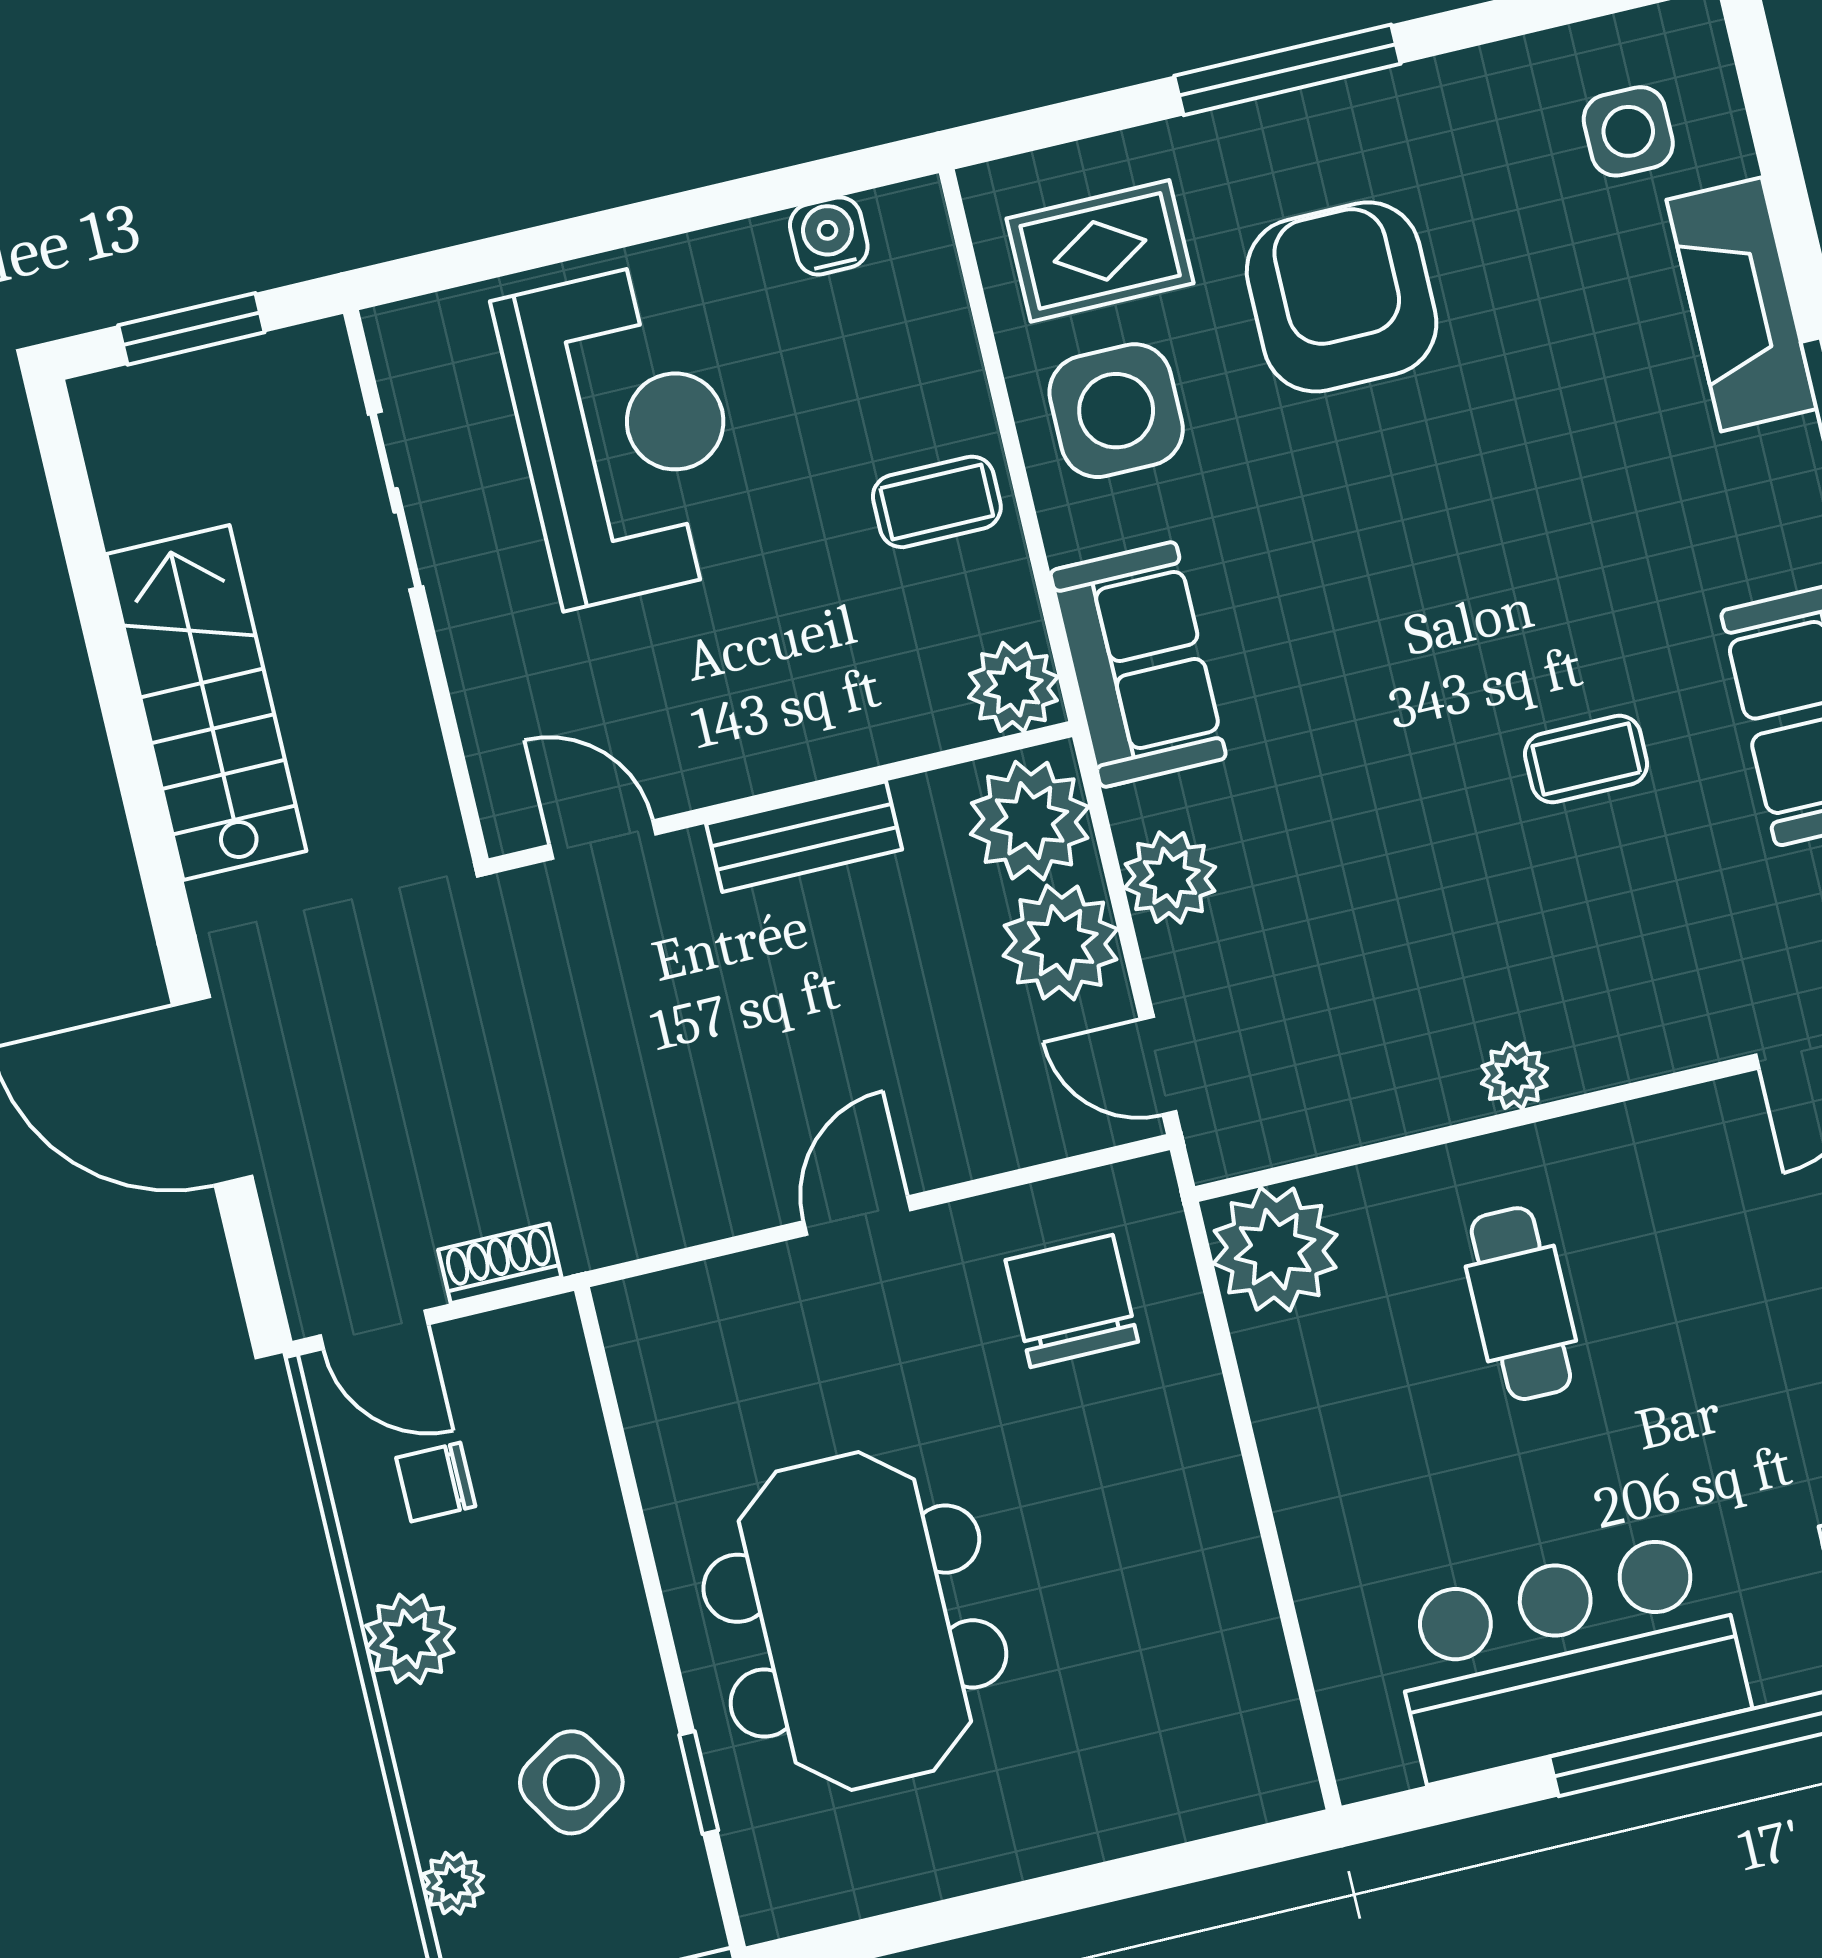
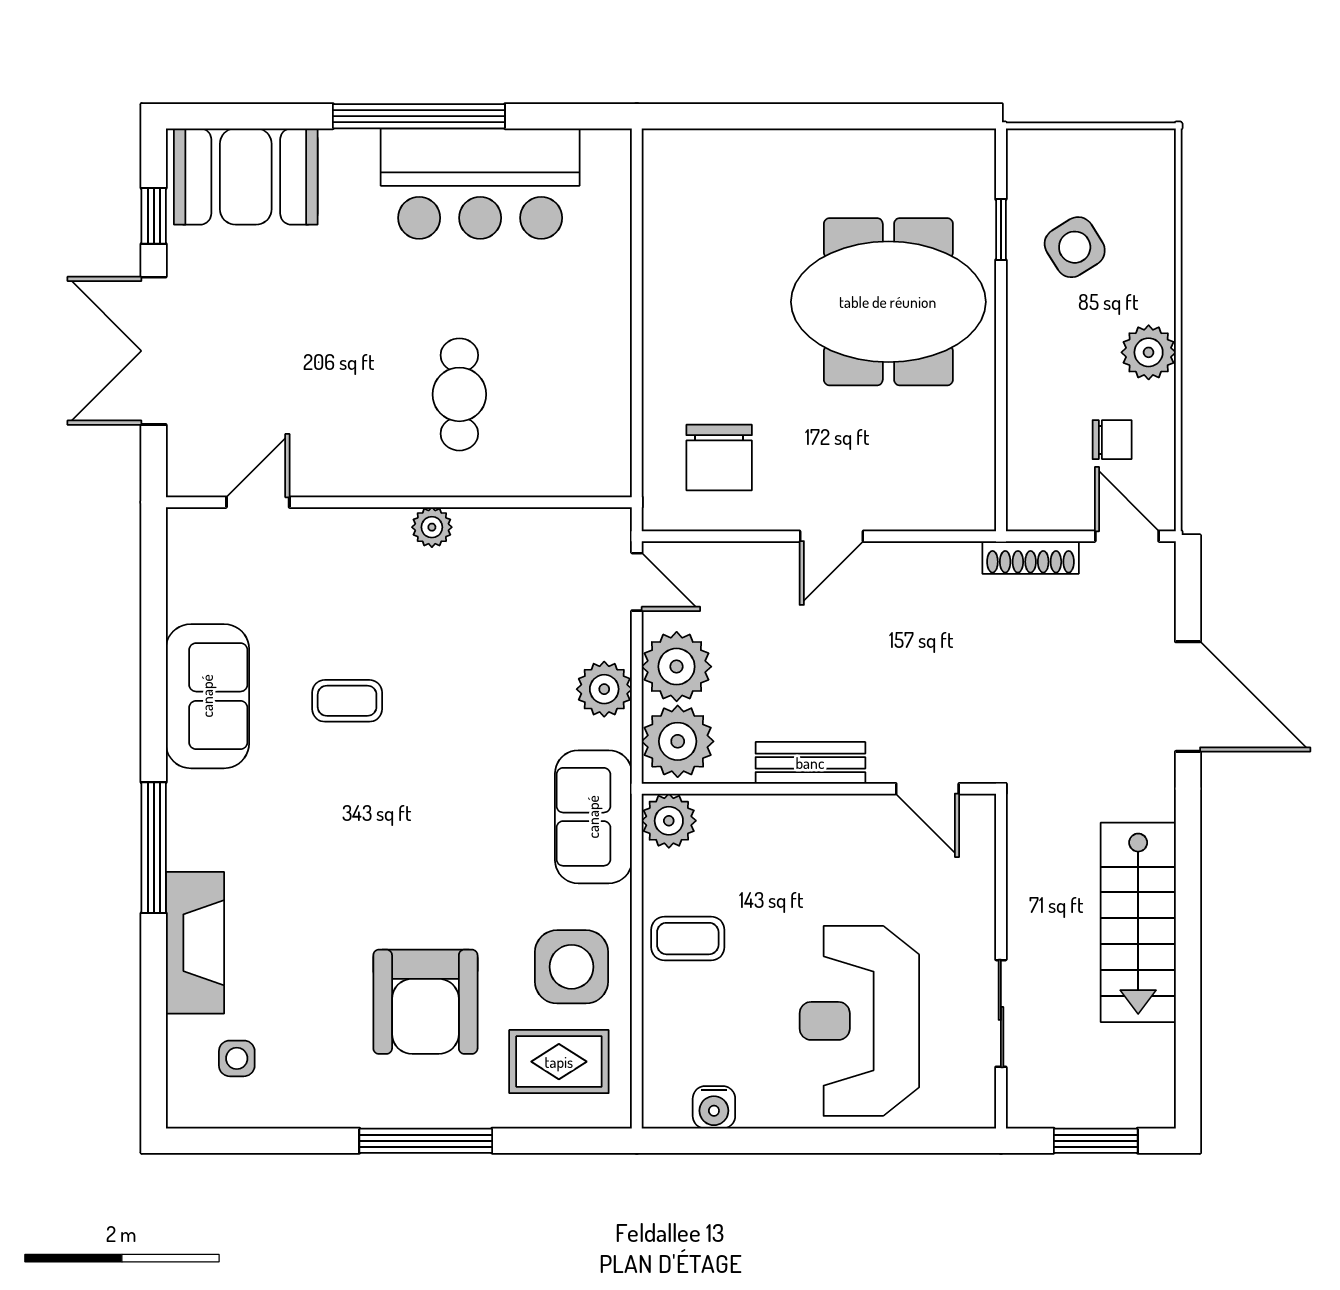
side table: (1628, 131) -> (237, 1058), width x0.73, depth x0.73
plant: (1275, 1249) -> (594, 460), removed
shoe rack: (500, 1263) -> (1031, 557), width x1.43
meeting table: (855, 1621) -> (888, 302), turned 90
plant: (453, 1883) -> (1157, 205), removed

